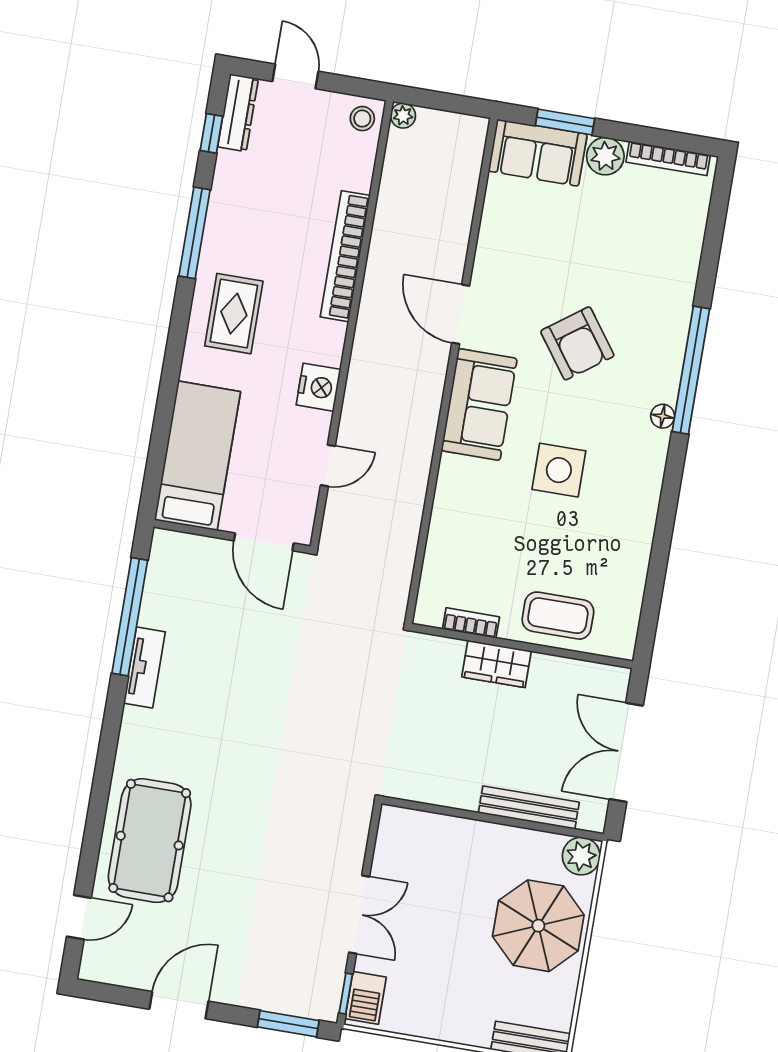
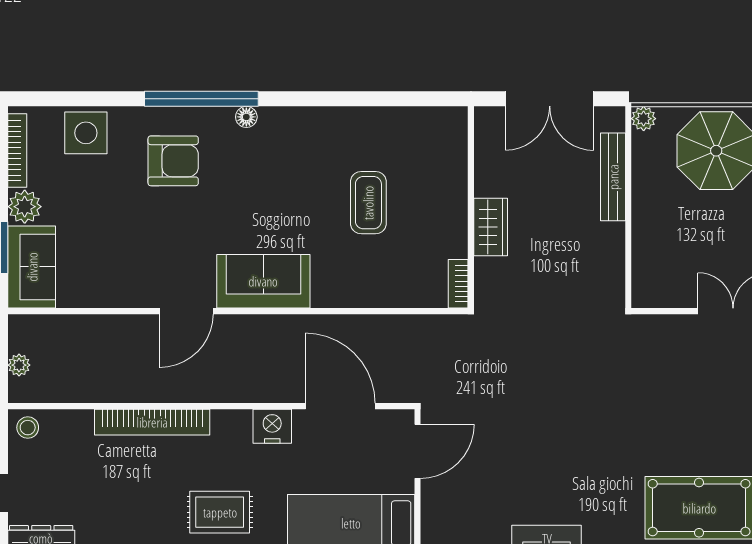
plant: (403, 116) -> (19, 365), moved
armchair: (577, 343) -> (173, 161), moved, turned 36
door: (328, 466) -> (340, 406), width x1.88
side table: (559, 470) -> (86, 133), moved
coffee table: (558, 616) -> (368, 203), moved
bookcase: (471, 623) -> (458, 284), moved
plant: (581, 856) -> (644, 119), width x0.73, depth x0.73

